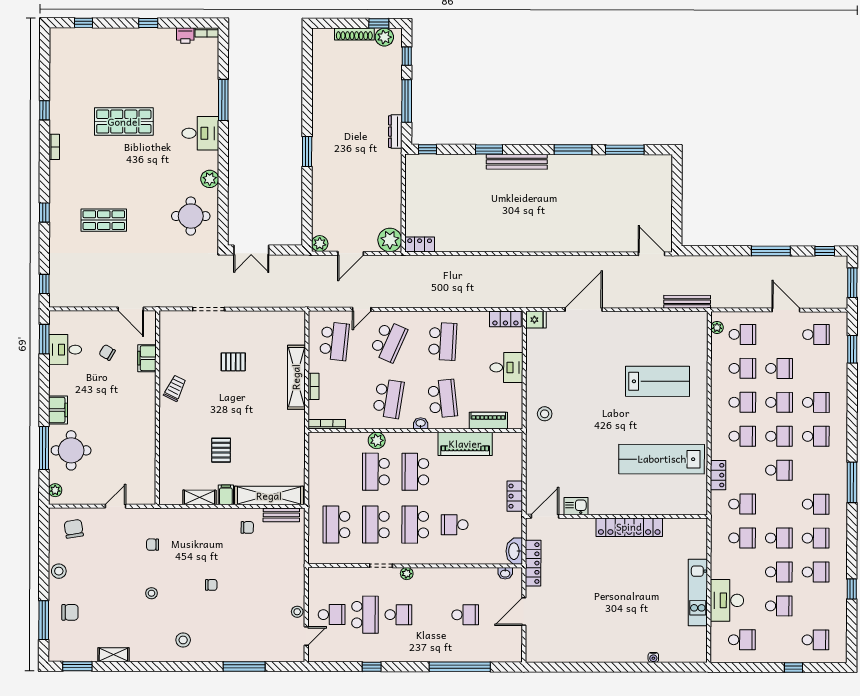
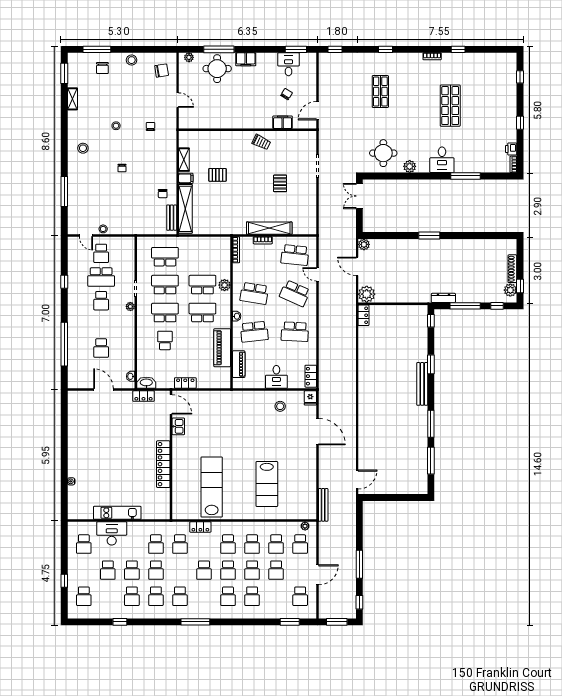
stool: (545, 414) -> (280, 406), moved
locker: (533, 563) -> (143, 396), width x0.66

